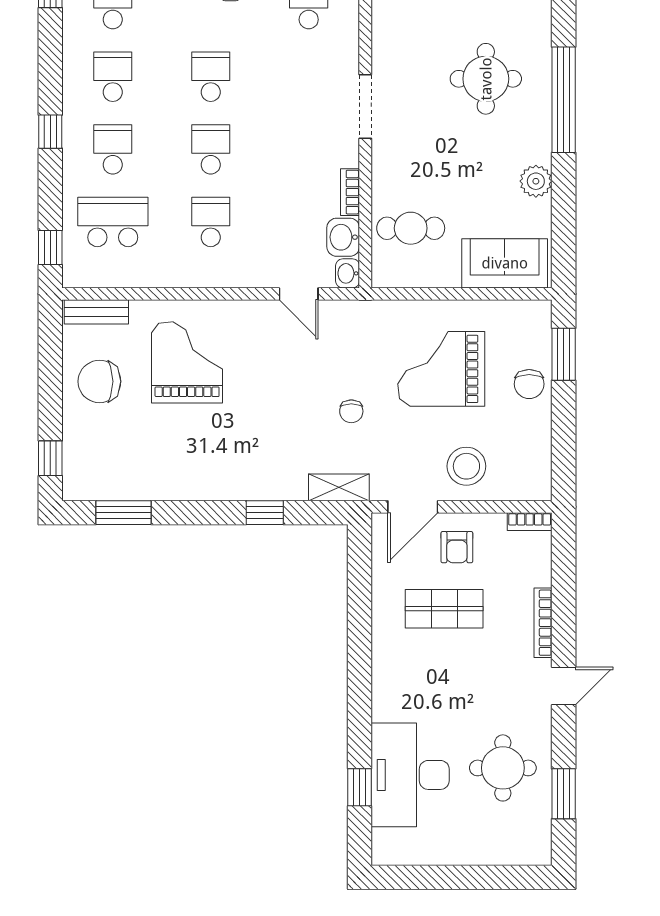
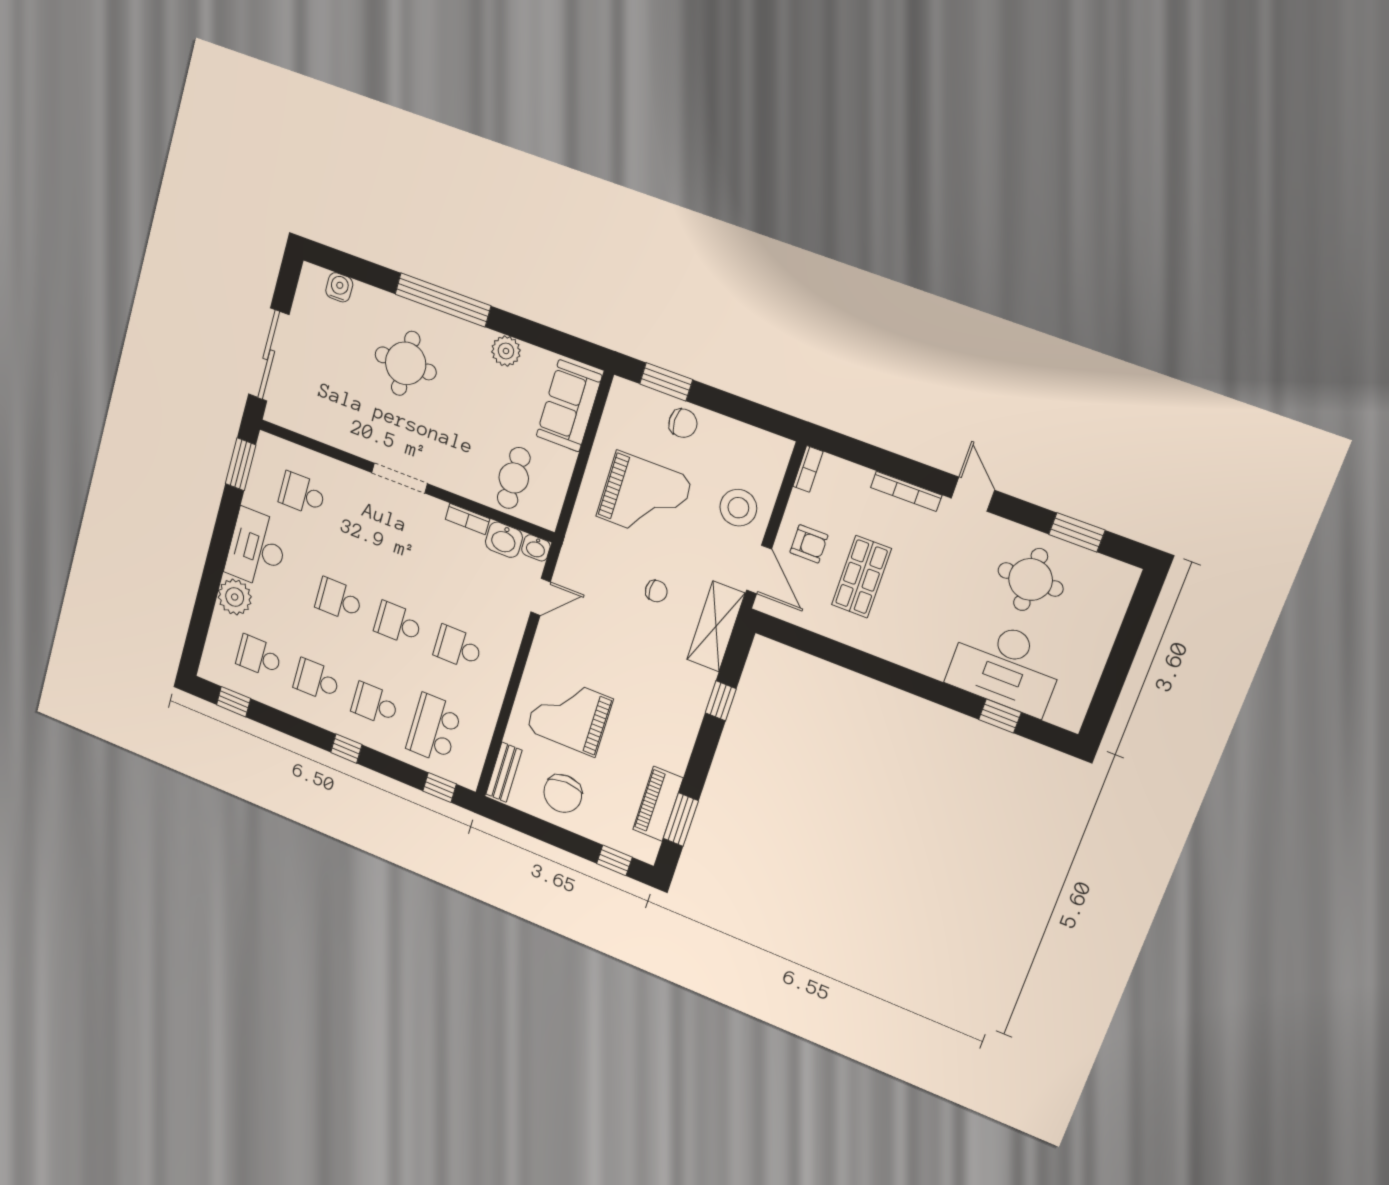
grand piano: (441, 369) -> (644, 497), turned -90
piano: (131, 484) -> (658, 804), added
shelving: (339, 487) -> (716, 626), width x1.50, depth x1.33

